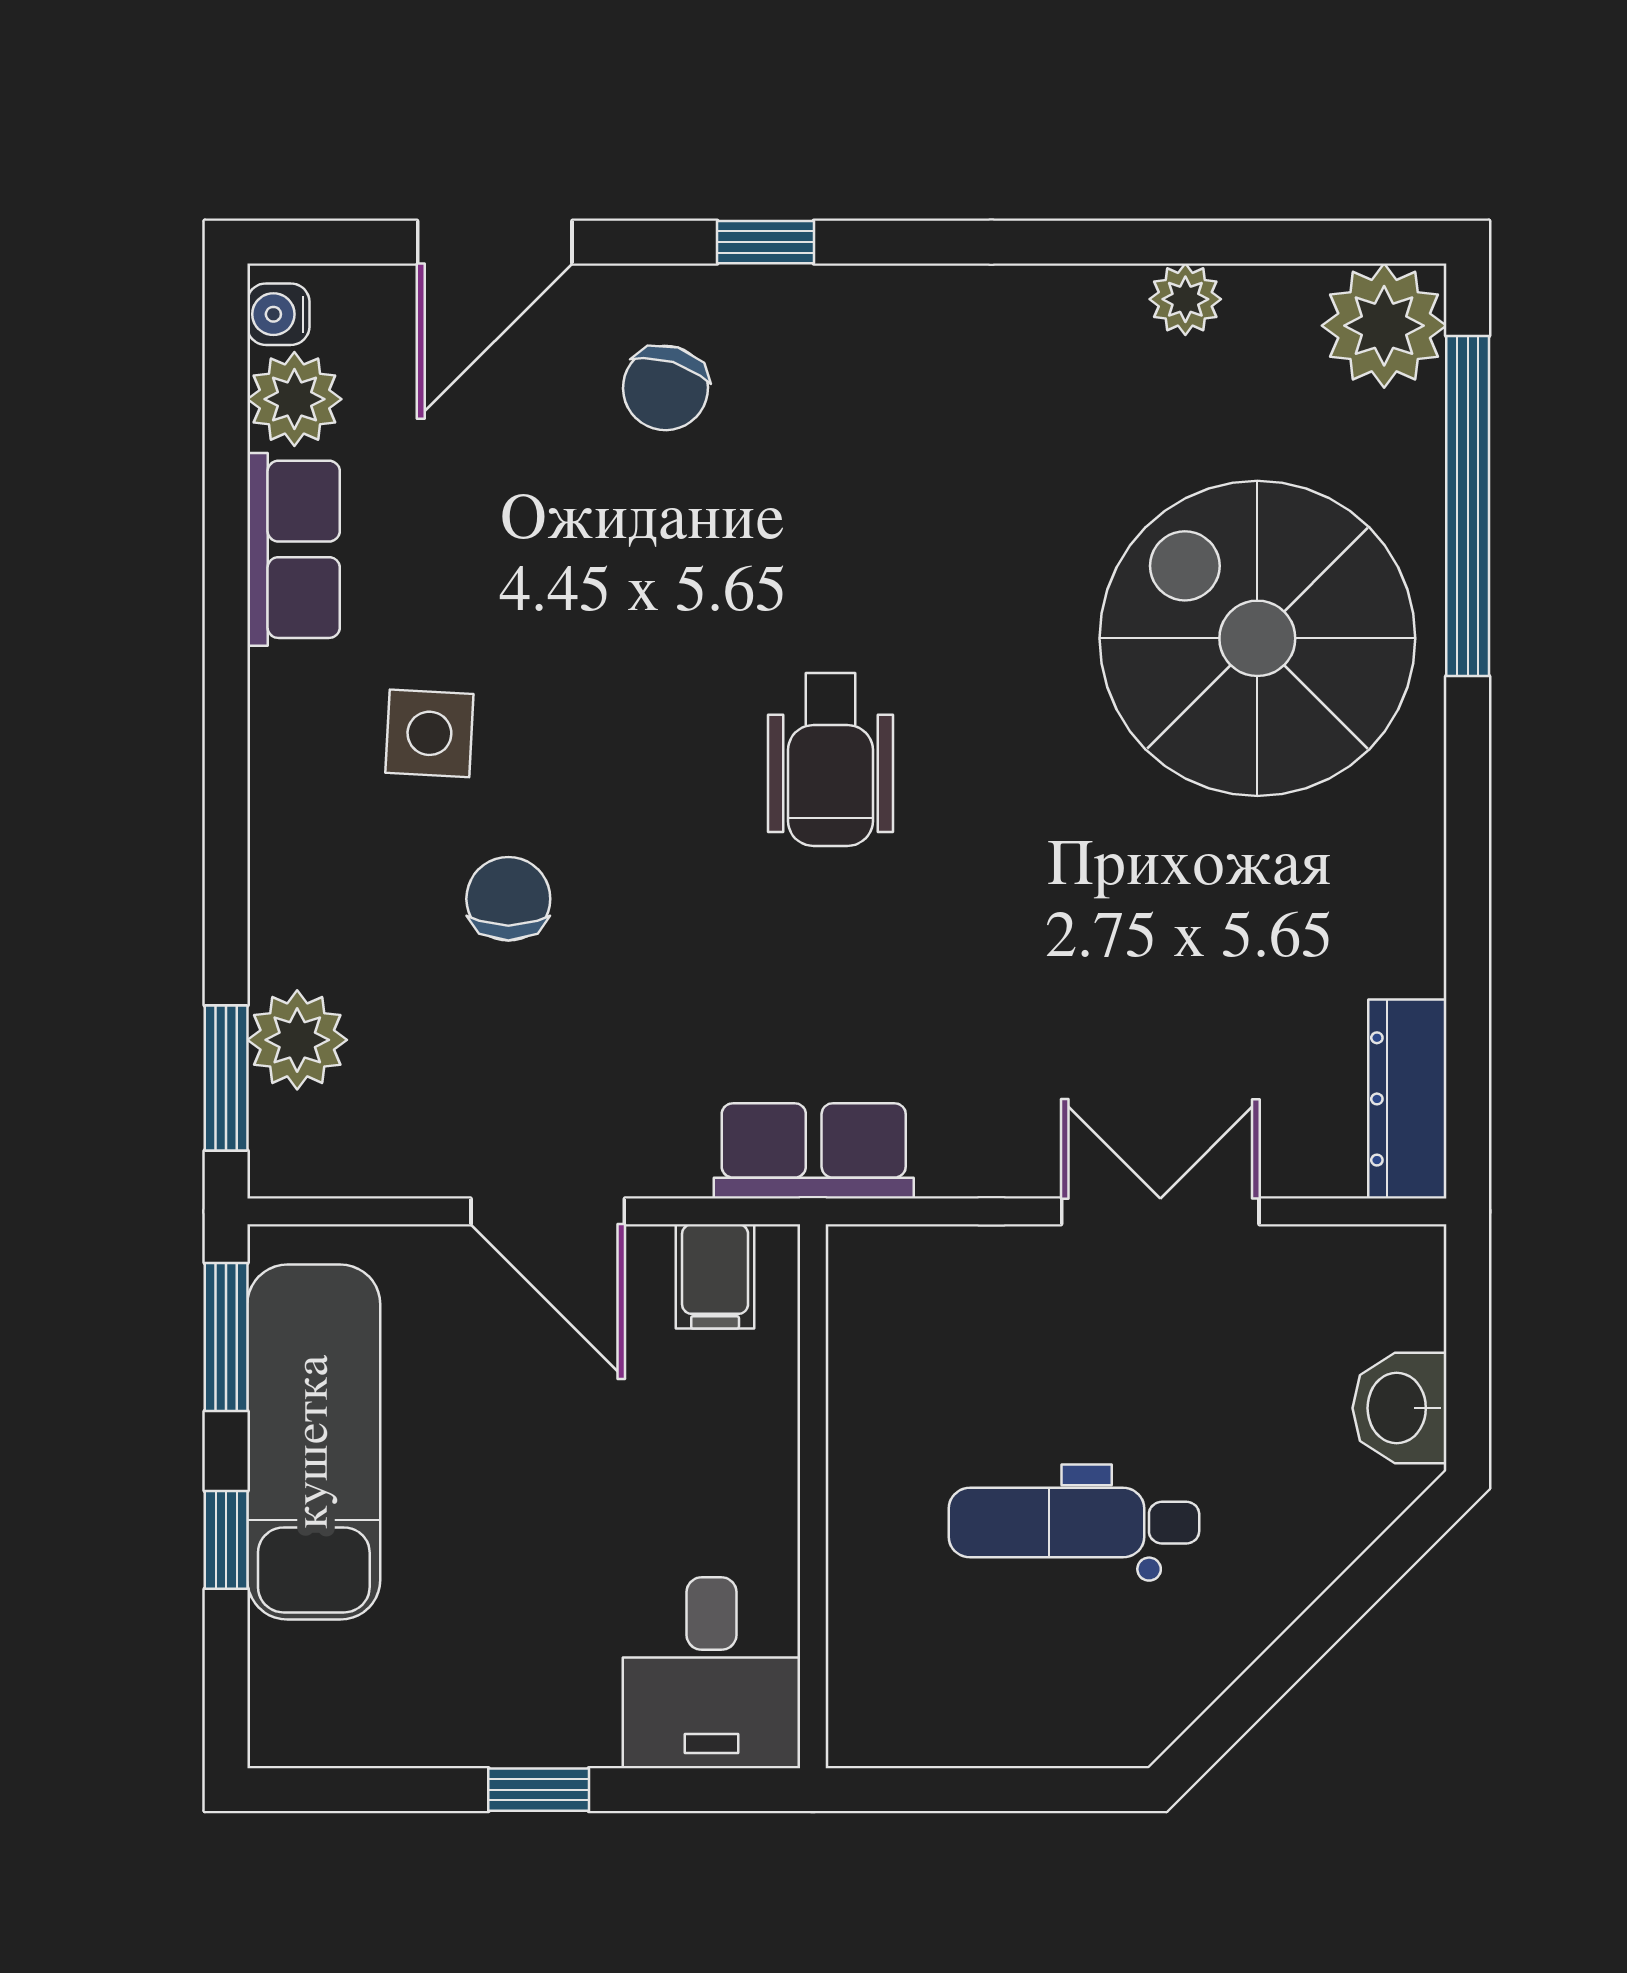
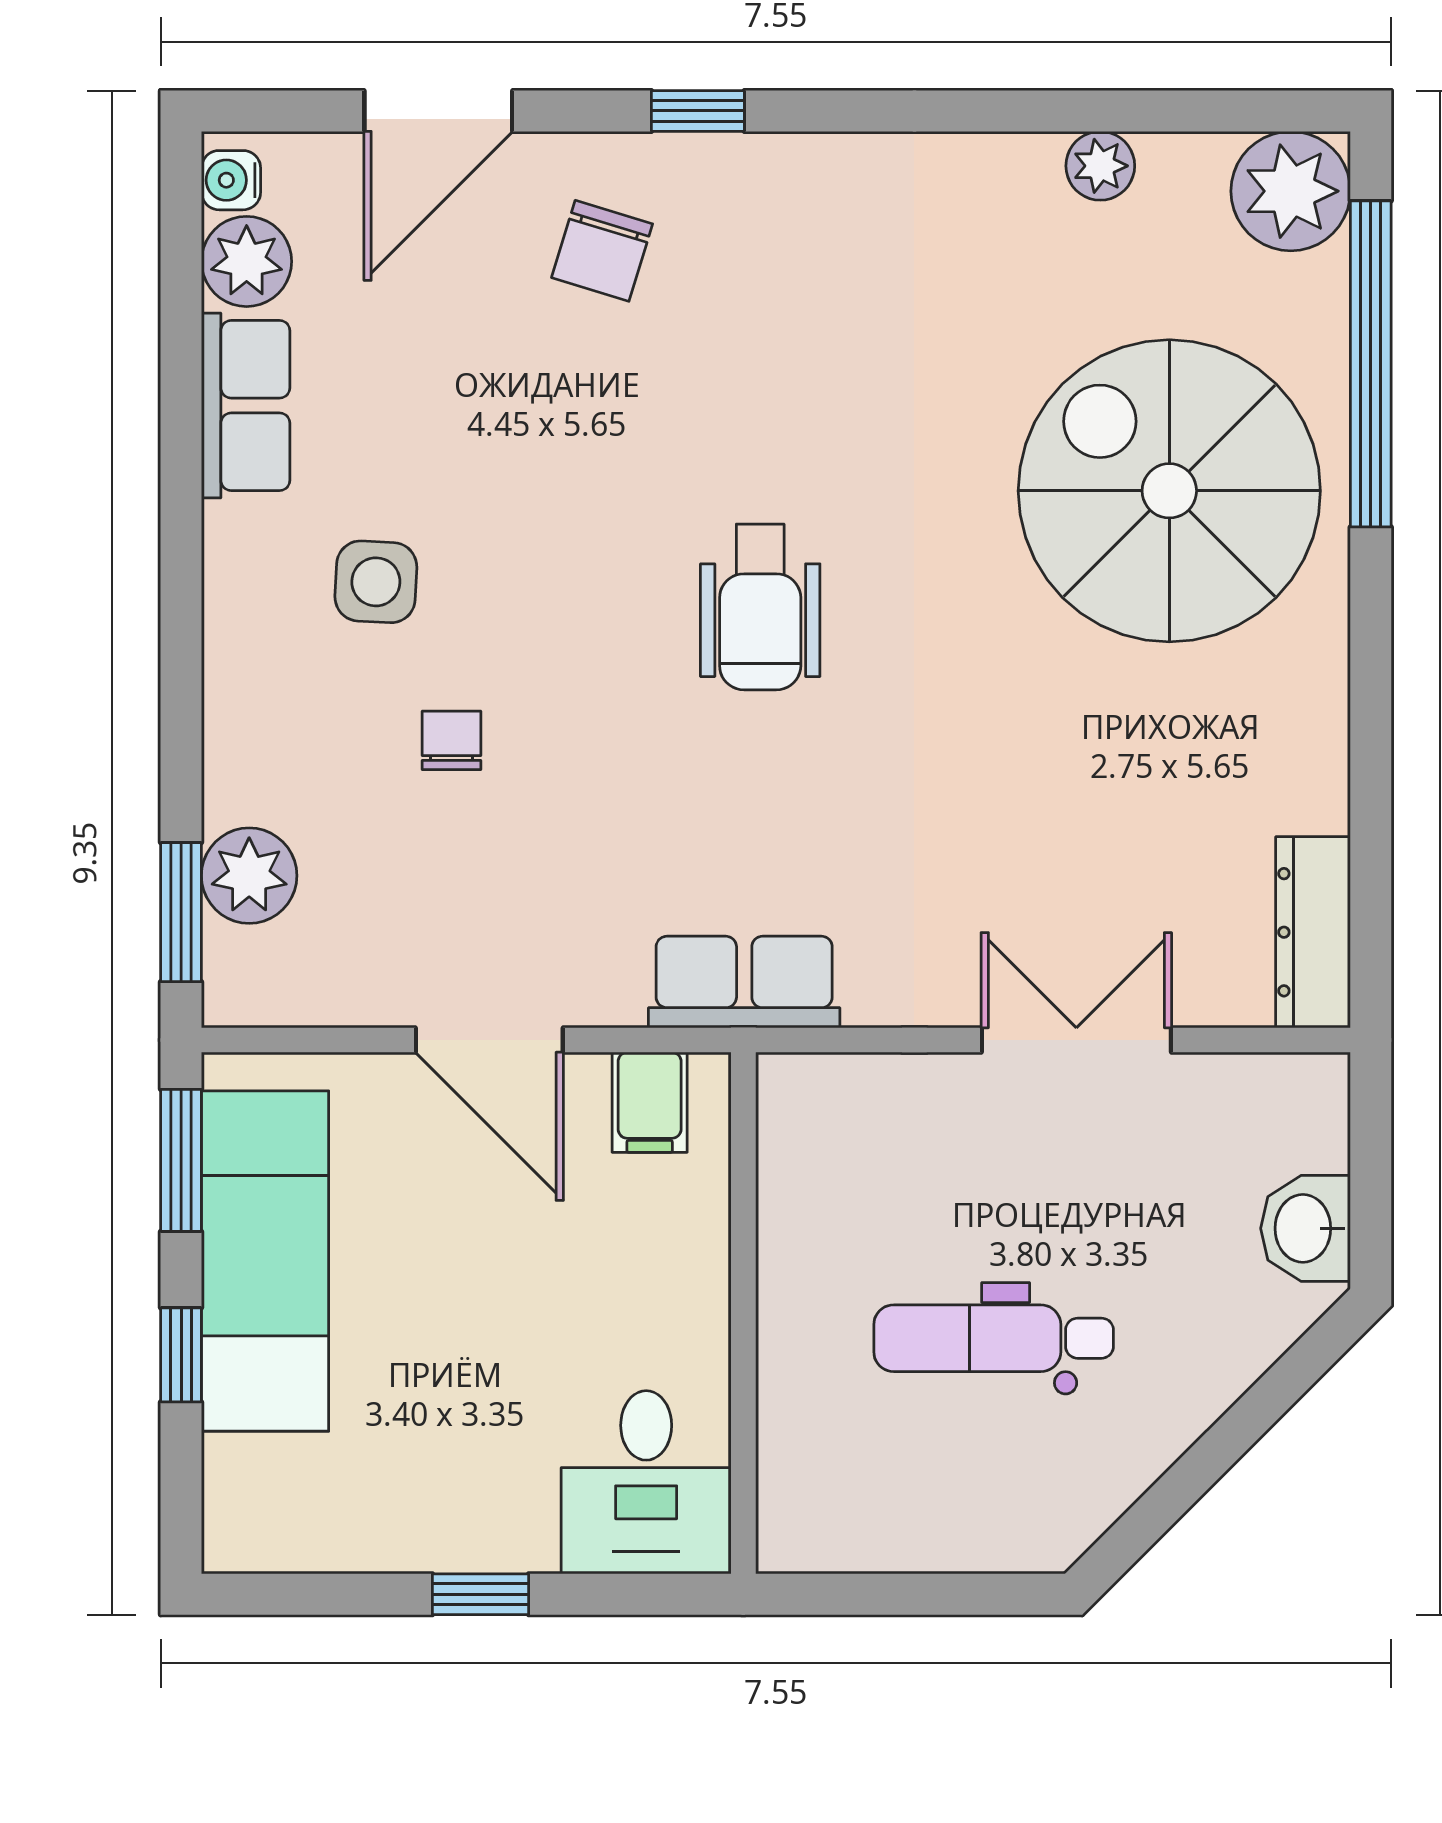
chair: (508, 899) -> (451, 740), width x0.73, depth x0.73

